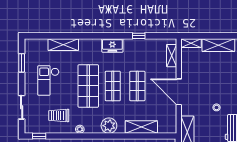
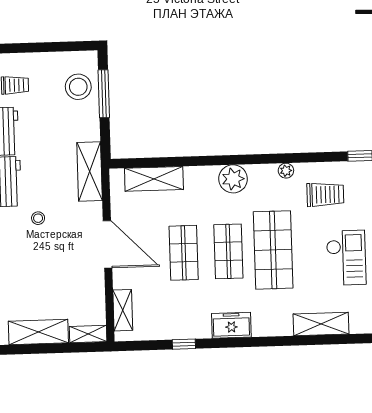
shelving: (141, 127) -> (154, 179), moved

